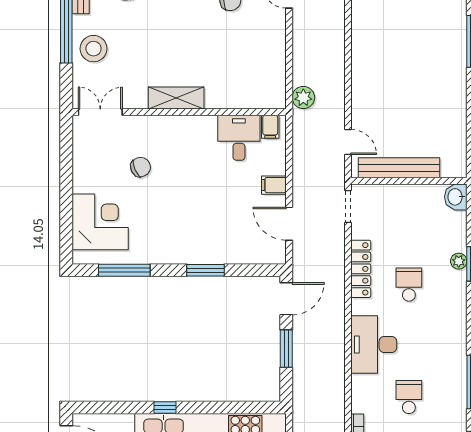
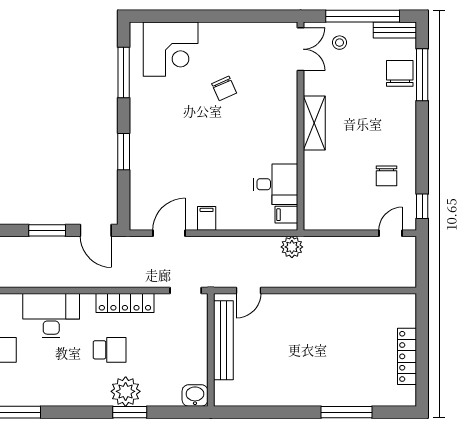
stool: (94, 49) -> (340, 43), width x0.53, depth x0.53
shelving: (176, 98) -> (314, 123), moved
double door: (100, 112) -> (301, 49), moved
wall: (179, 112) -> (301, 126), moved
filing cabinet: (270, 127) -> (286, 215), moved
desk: (239, 138) -> (276, 184), moved
plant: (459, 261) -> (126, 391), width x1.87, depth x1.87

